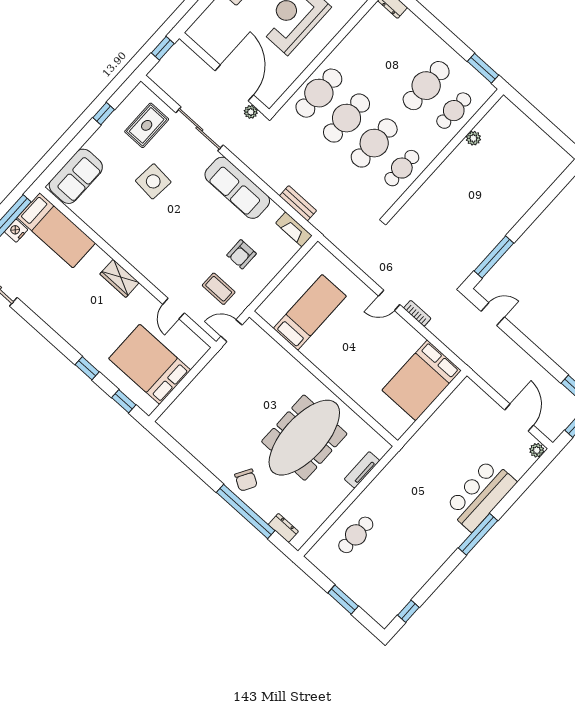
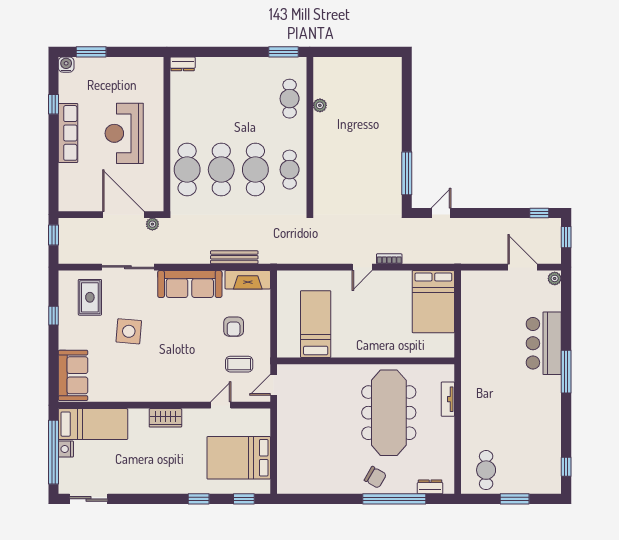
cafe table: (426, 86) -> (255, 99), removed
bench: (298, 203) -> (234, 257), width x1.36
fireplace: (294, 229) -> (248, 280), width x1.37, depth x1.32
door: (174, 309) -> (221, 405), swing flipped
cafe table: (356, 535) -> (486, 470), moved

